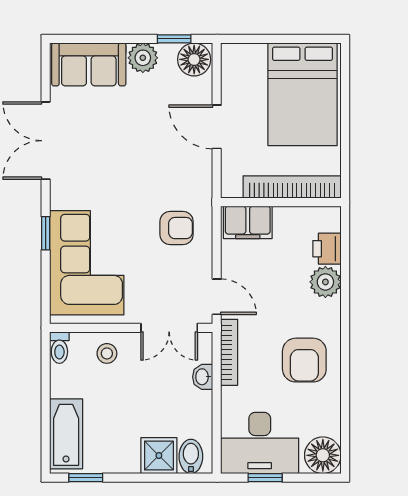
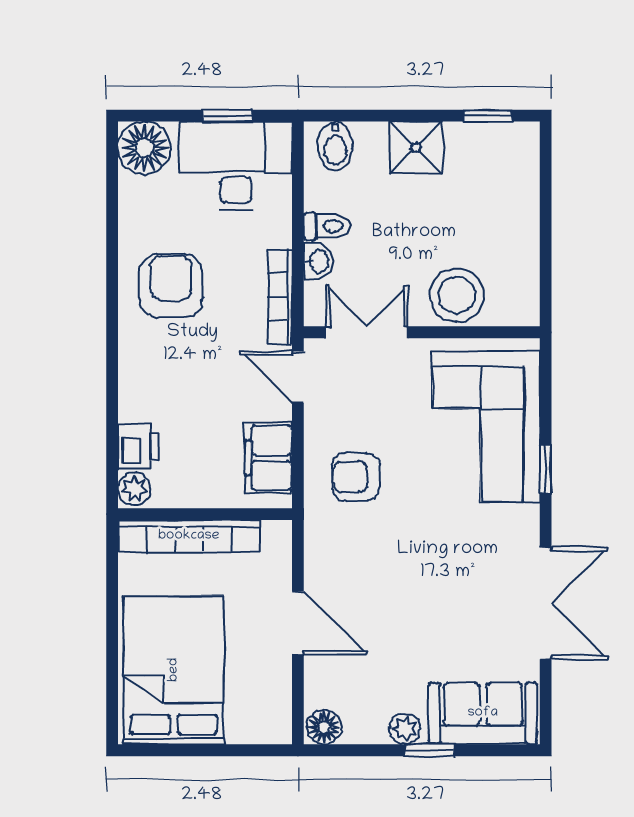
window: (174, 39) -> (429, 750), moved
plant: (143, 58) -> (405, 729), width x0.73, depth x0.73
floor lamp: (194, 59) -> (324, 727), width x0.73, depth x0.73
filing cabinet: (248, 222) -> (269, 458), moved, turned -90
plant: (325, 282) -> (134, 489), moved, width x0.73, depth x0.73
toilet: (59, 348) -> (327, 226), moved, turned 90
stool: (107, 353) -> (457, 295), width x1.89, depth x1.89
bathtub: (66, 434) -> (516, 179), removed
shower: (159, 456) -> (416, 147), moved

